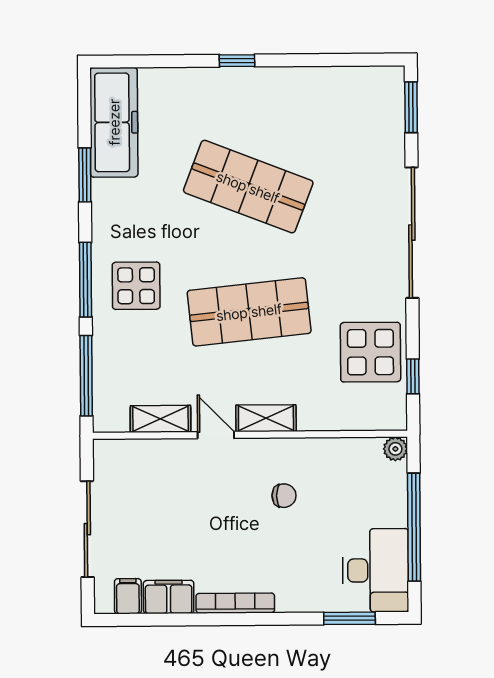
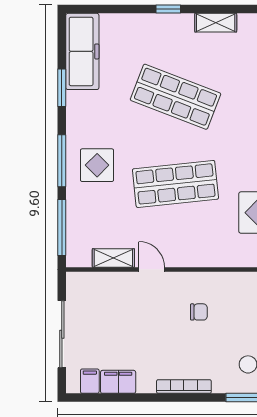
shelving: (266, 418) -> (216, 23), moved
bookcase: (235, 603) -> (184, 386), moved

